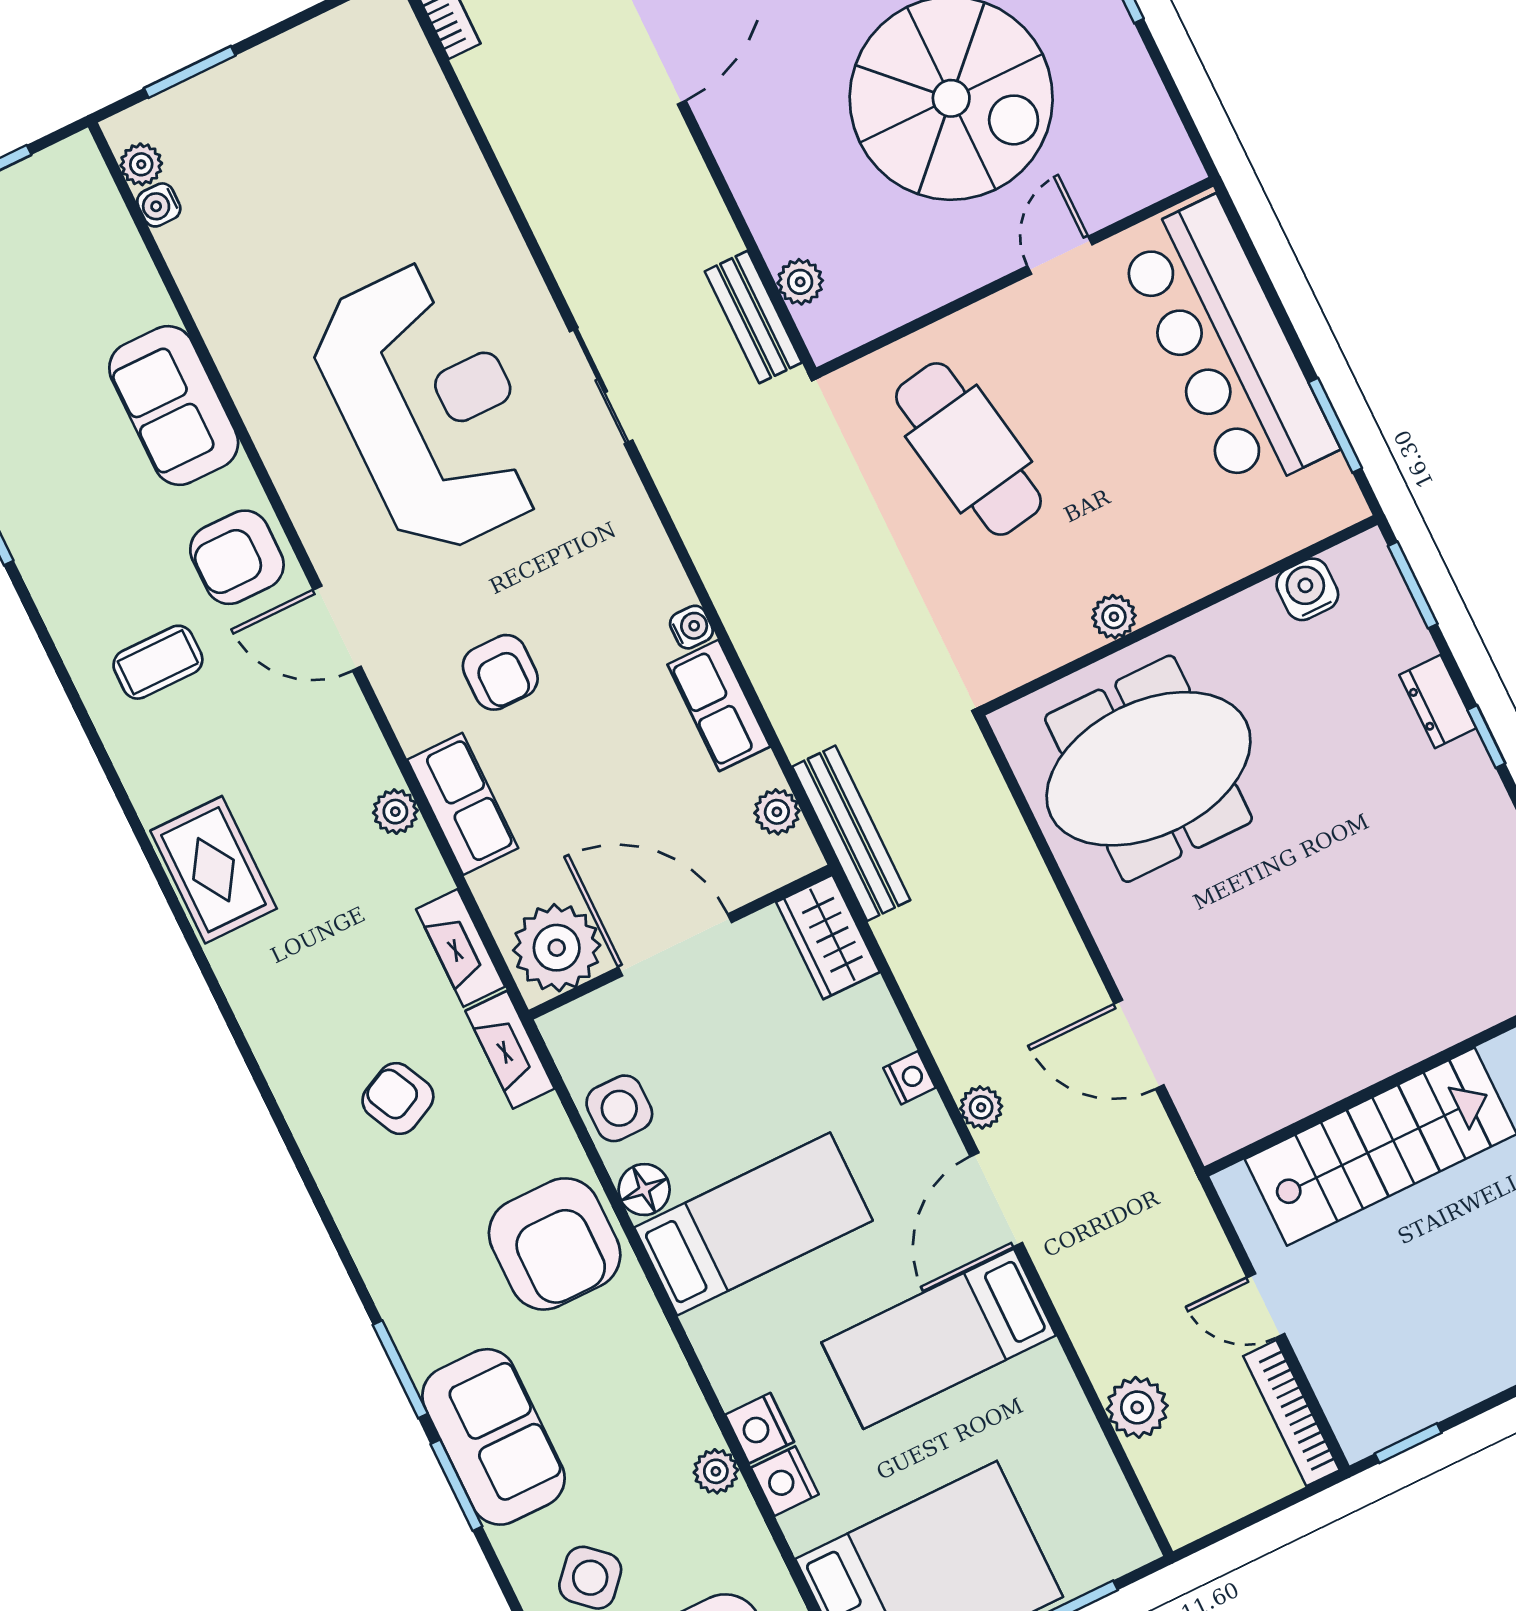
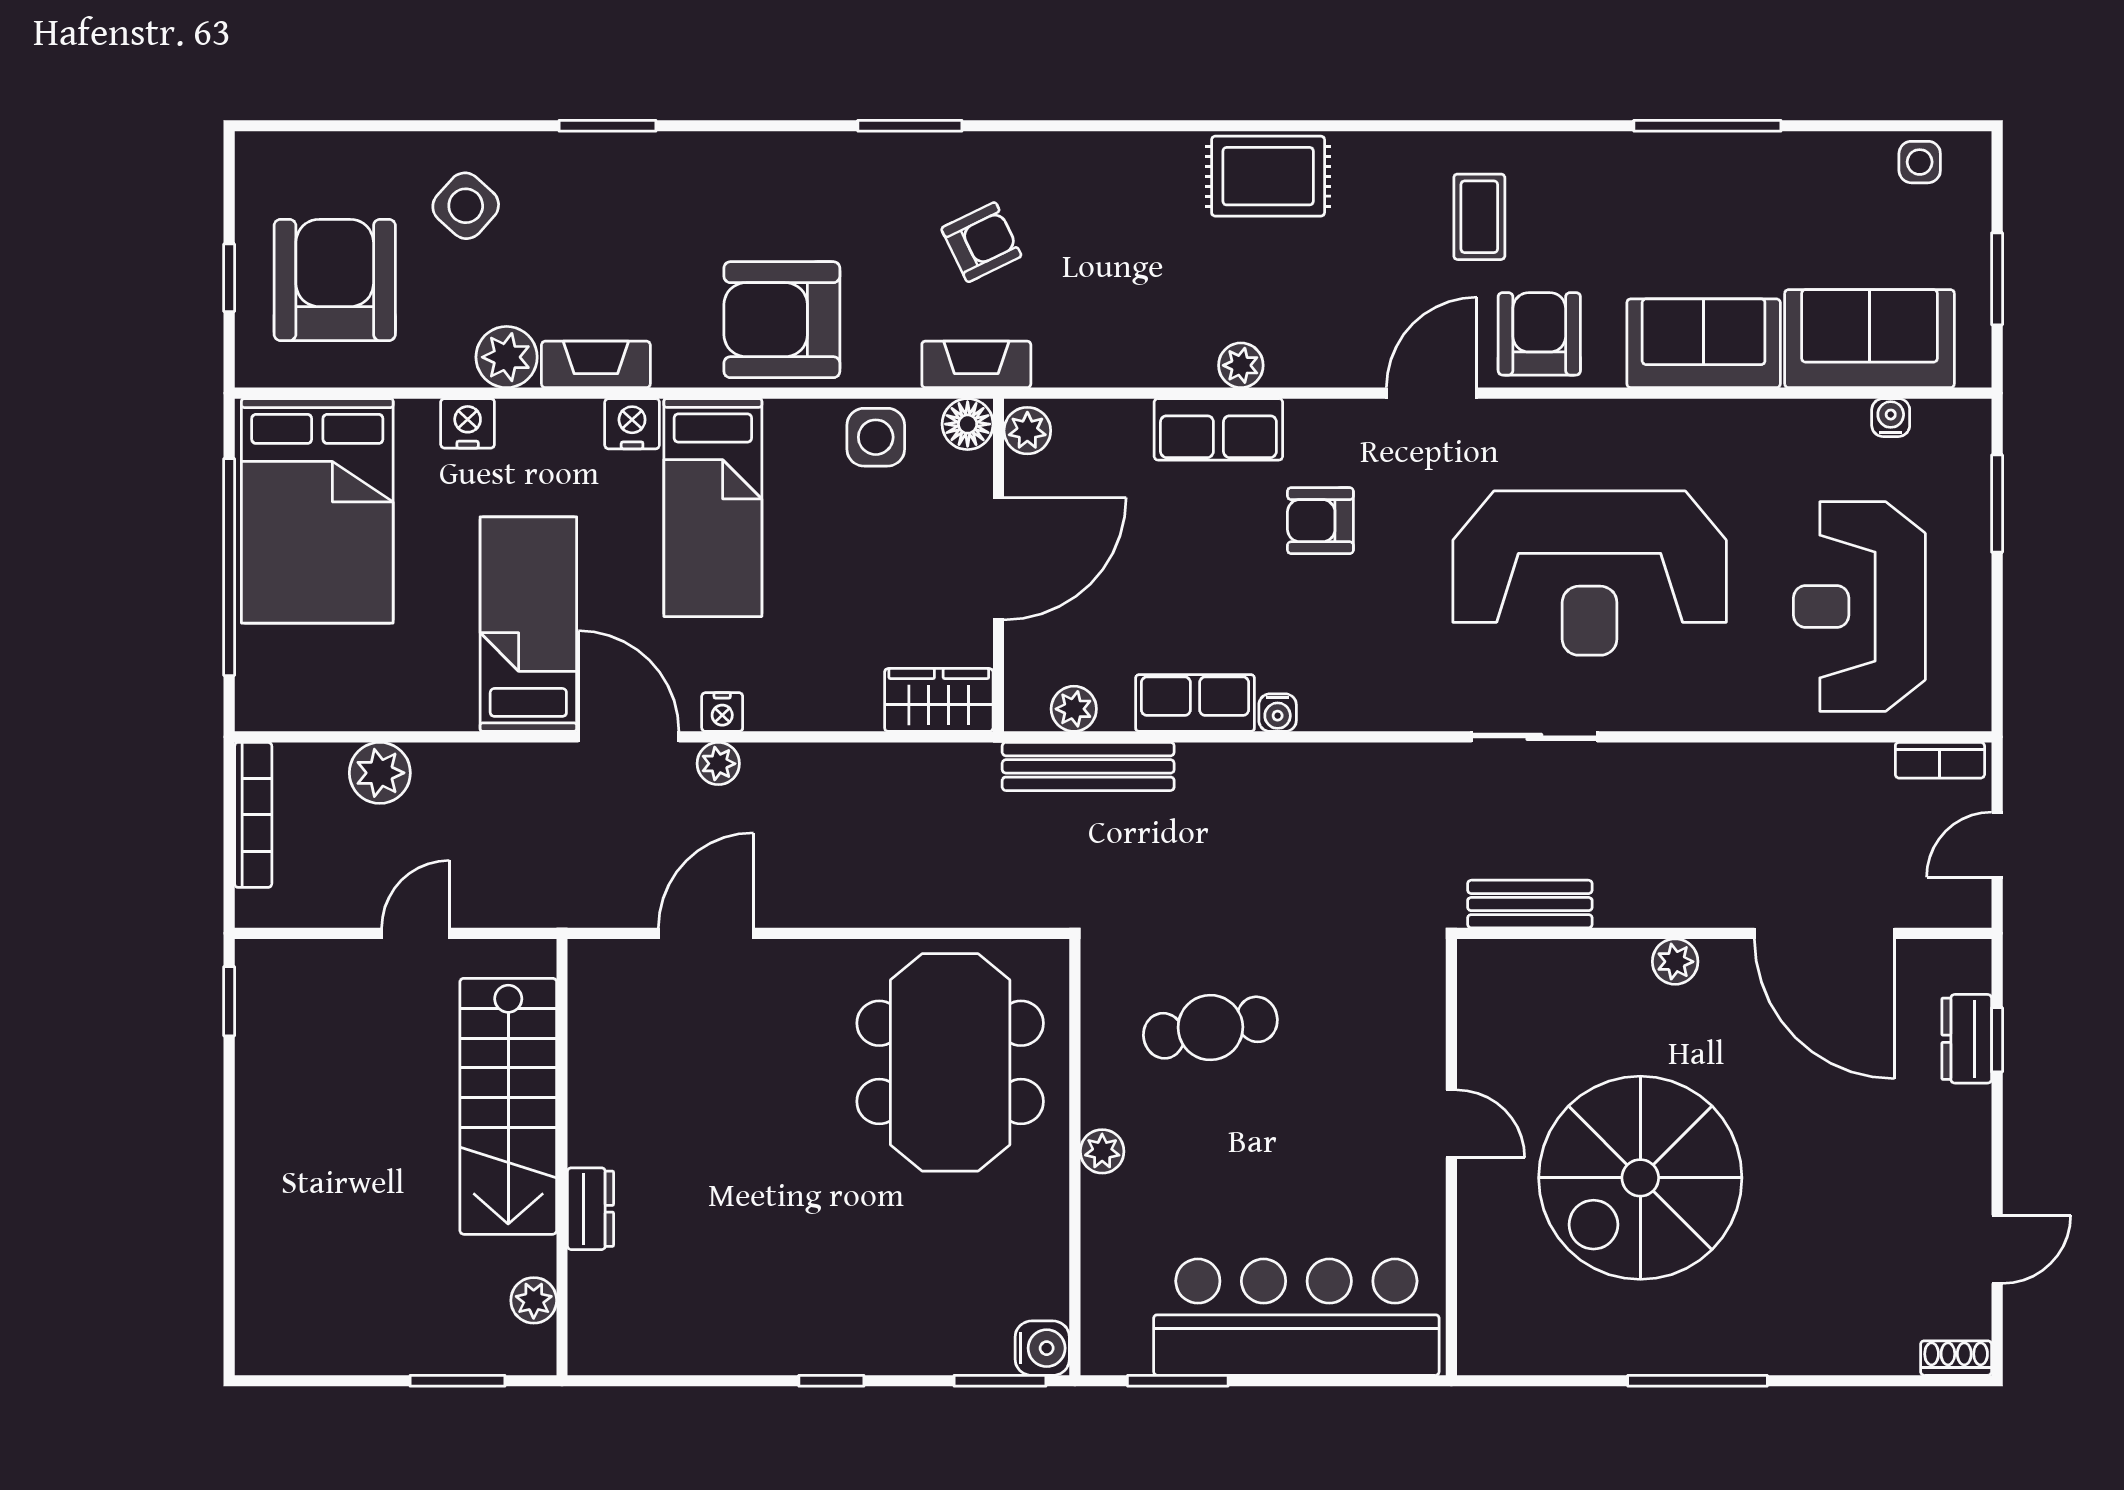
reception desk: (342, 151) -> (1859, 607), added
plant: (141, 164) -> (1935, 419), removed
door: (1060, 255) -> (1451, 1124), moved
plant: (800, 282) -> (1675, 962), moved
cafe table: (969, 449) -> (1210, 1028), moved, width x0.73, depth x0.74
water cooler: (1307, 589) -> (1042, 1348), moved
plant: (1114, 617) -> (1102, 1151), moved
dresser: (1438, 701) -> (590, 1209), moved, turned 90
bench: (851, 833) -> (1088, 766), moved
fireplace: (461, 948) -> (596, 364), moved
plant: (557, 948) -> (1027, 431), width x0.53, depth x0.53
nightstand: (910, 1078) -> (722, 712), moved
floor lamp: (644, 1190) -> (968, 424), moved
window: (400, 1369) -> (910, 126), moved
bookcase: (1291, 1413) -> (253, 815), moved, turned 90
nightstand: (760, 1428) -> (632, 424), moved
sofa: (494, 1437) -> (1870, 339), moved, turned 180
plant: (716, 1471) -> (507, 357), width x1.38, depth x1.38

